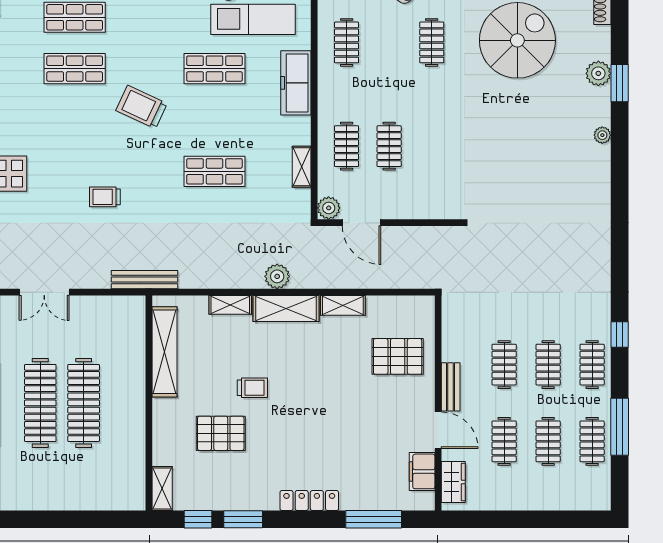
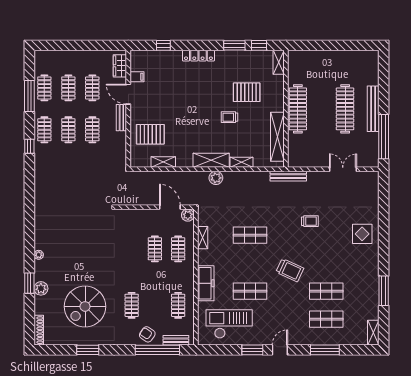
shelving: (343, 305) -> (163, 162), moved
clothes rail: (84, 403) -> (298, 109), moved
filing cabinet: (422, 471) -> (137, 77), width x0.50
window: (374, 519) -> (163, 45), width x0.46

